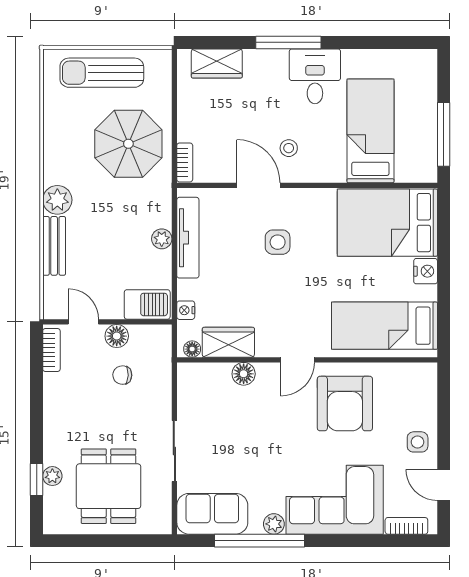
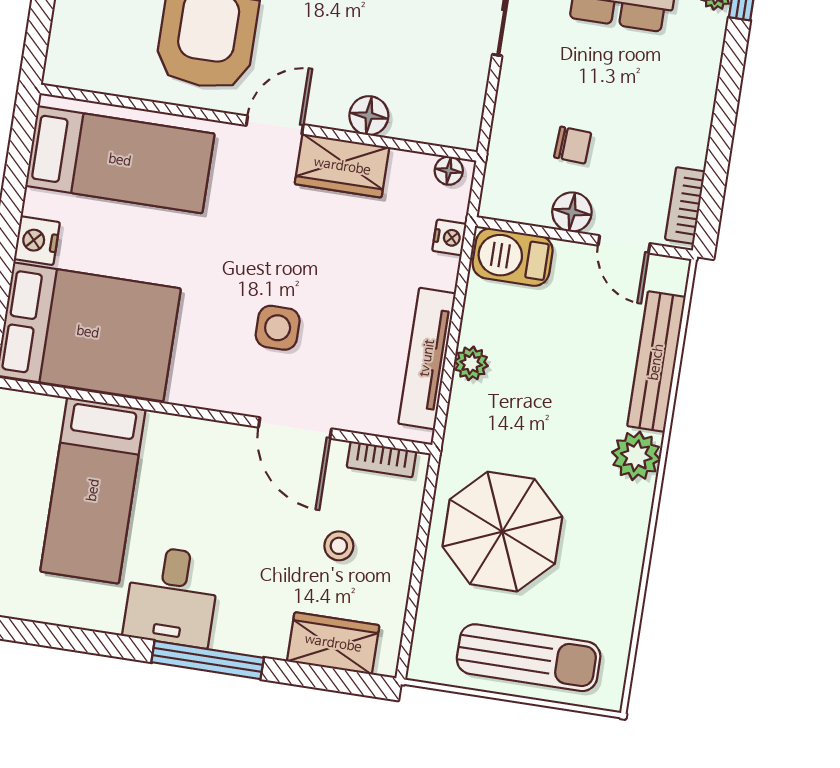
stool: (289, 148) -> (339, 546), moved
bookcase: (185, 162) -> (381, 459), moved, turned -90
bench: (54, 246) -> (656, 362), width x1.36
wardrobe: (228, 342) -> (342, 166), moved

